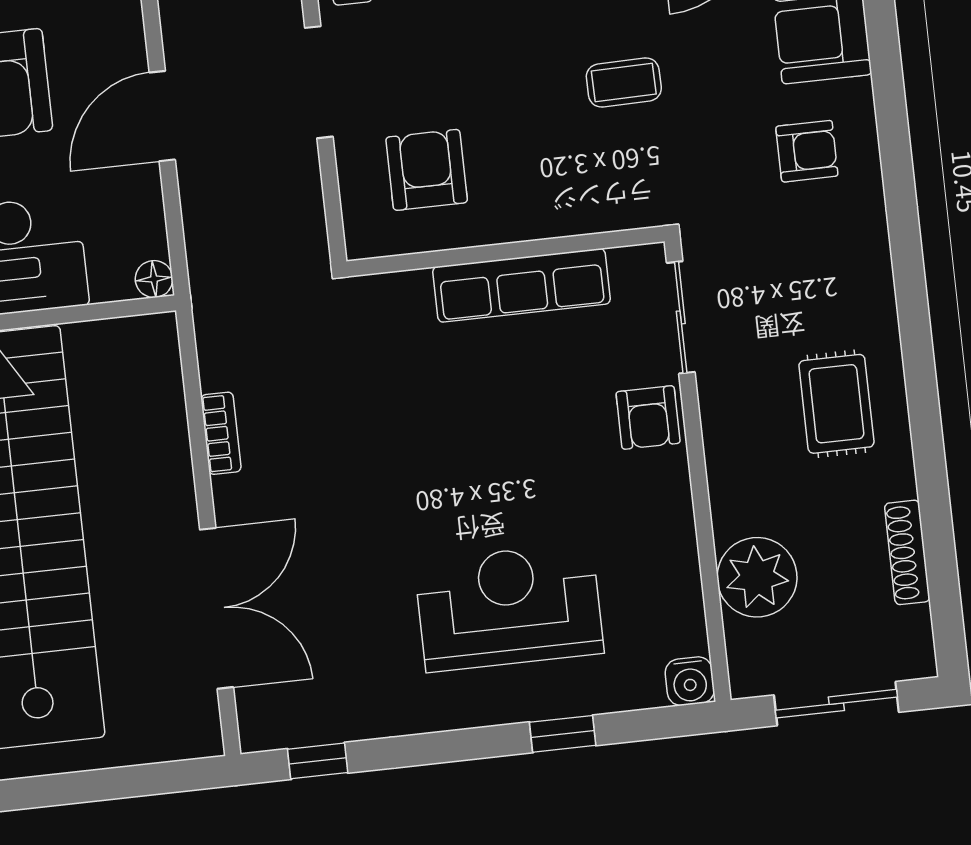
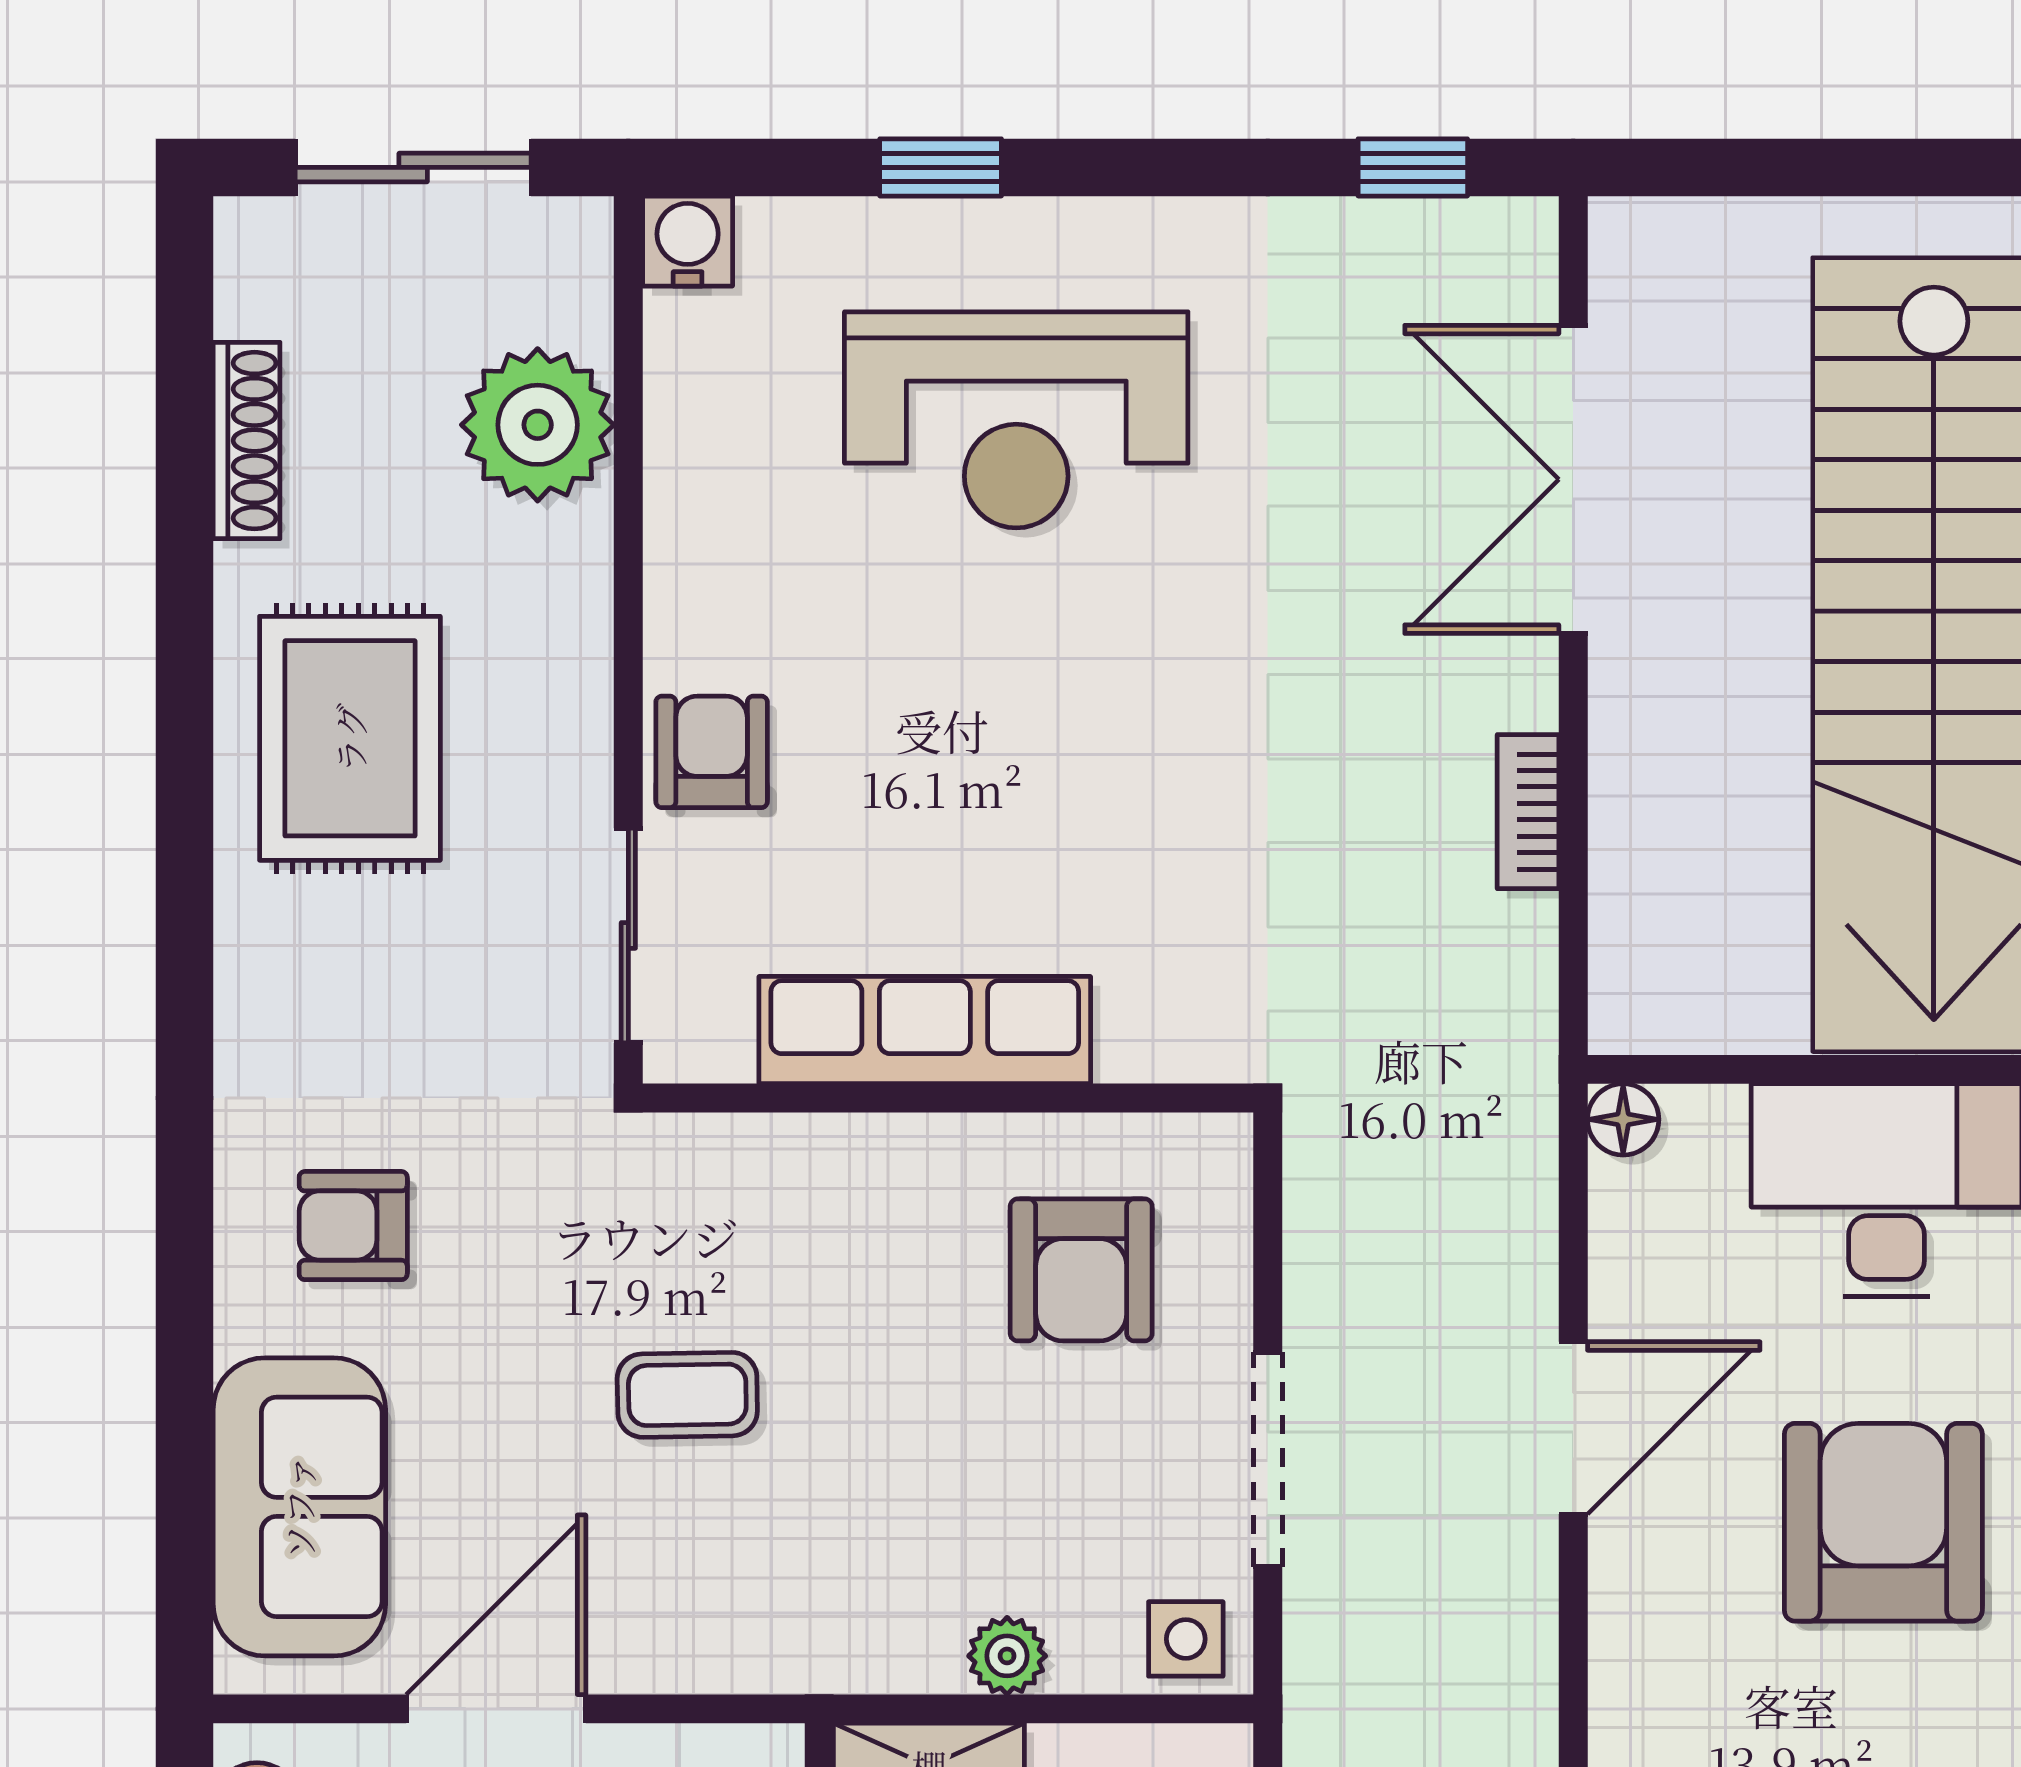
rug: (836, 404) -> (350, 738), width x1.36, depth x1.43

